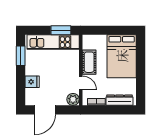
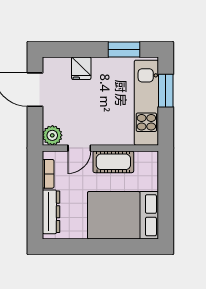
window: (61, 30) -> (166, 91), moved

